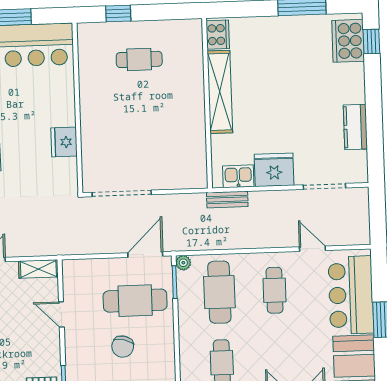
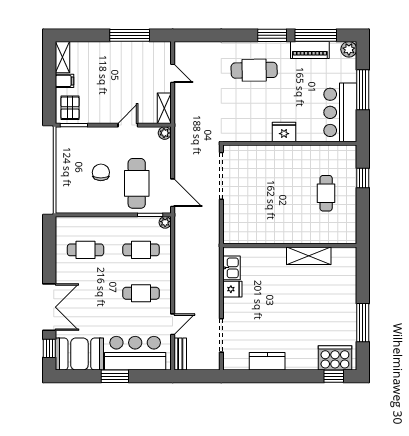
cooker: (218, 35) -> (343, 256), removed
shelving: (220, 92) -> (309, 256), width x0.68
fridge: (64, 142) -> (284, 132), moved
fridge: (274, 170) -> (232, 289), width x0.53, depth x0.75
bench: (227, 199) -> (180, 354), moved
plant: (70, 267) -> (165, 133), added
cafe table: (219, 292) -> (141, 250), width x0.73, depth x0.74
chair: (123, 347) -> (101, 172), turned 76

